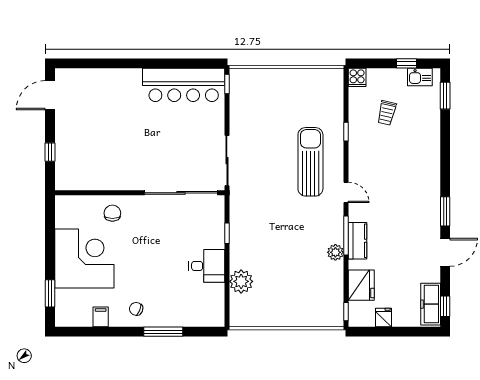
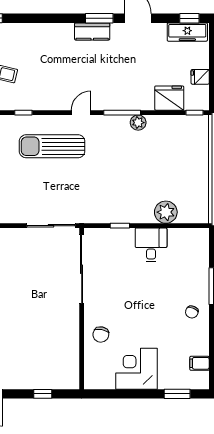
chair: (112, 213) -> (101, 335), turned -79
kitchen counter: (358, 241) -> (92, 31), moved, turned 180
corner desk: (84, 259) -> (137, 369), width x0.74, depth x0.74
filing cabinet: (101, 317) -> (199, 363), moved

